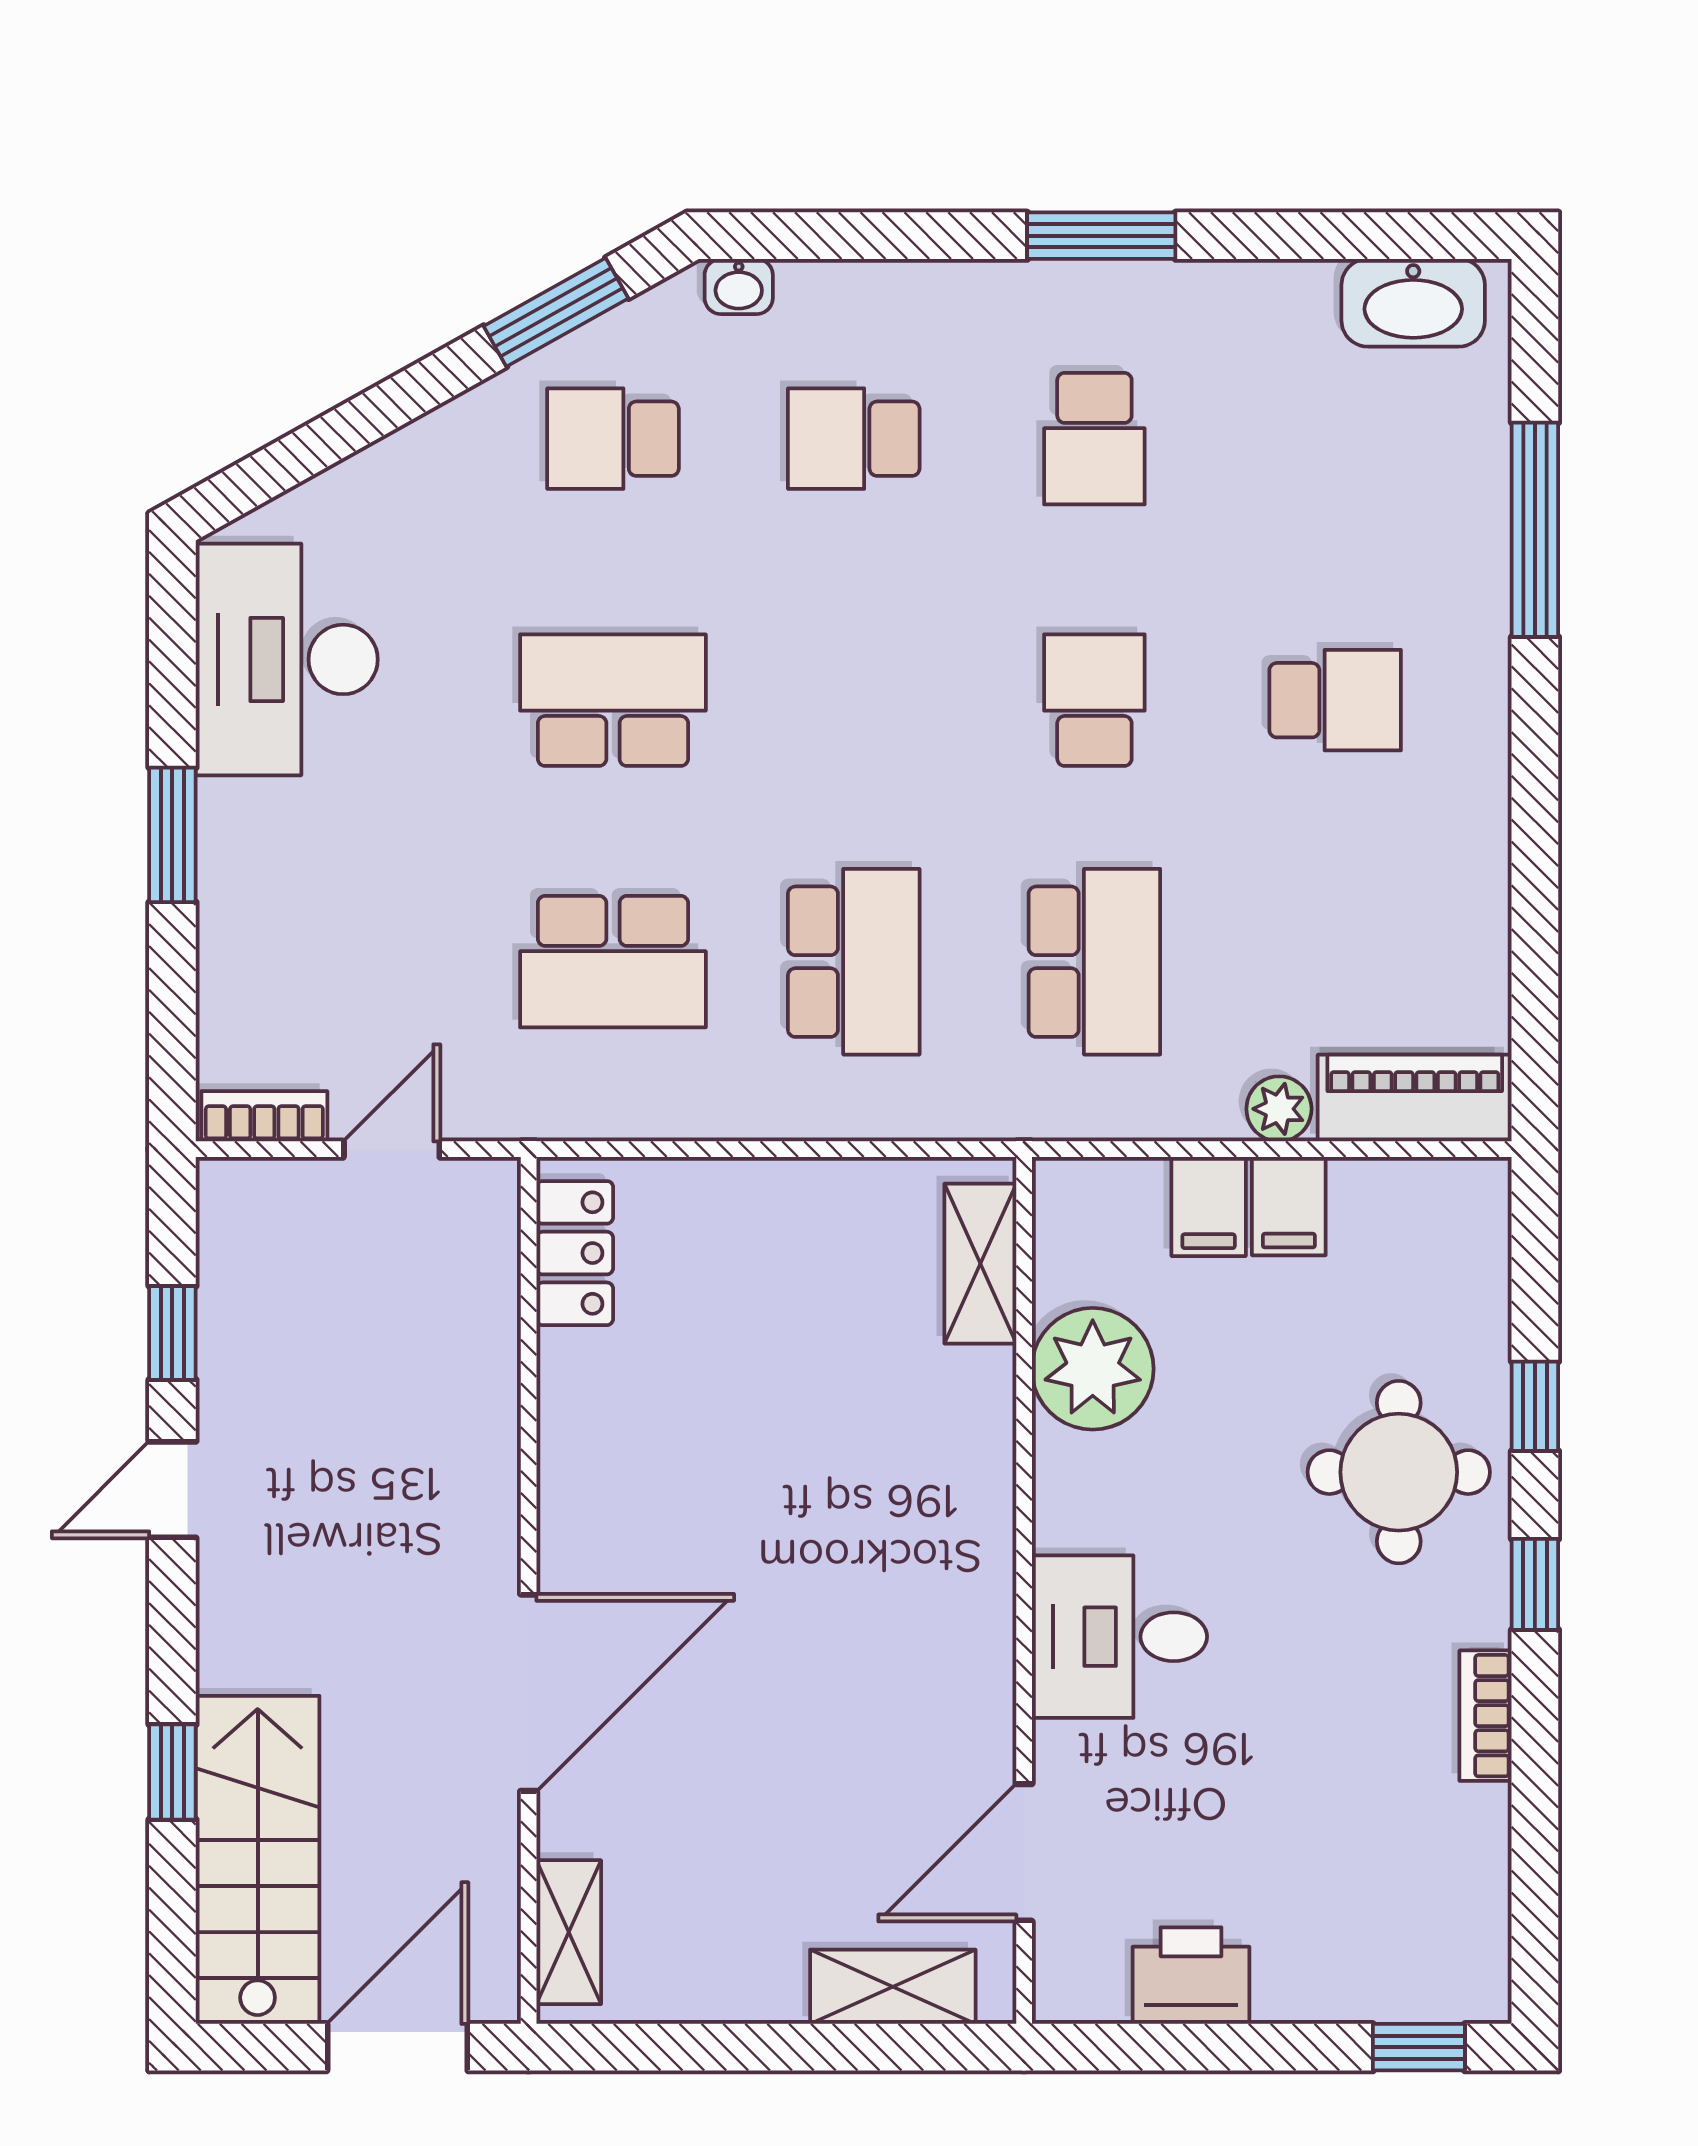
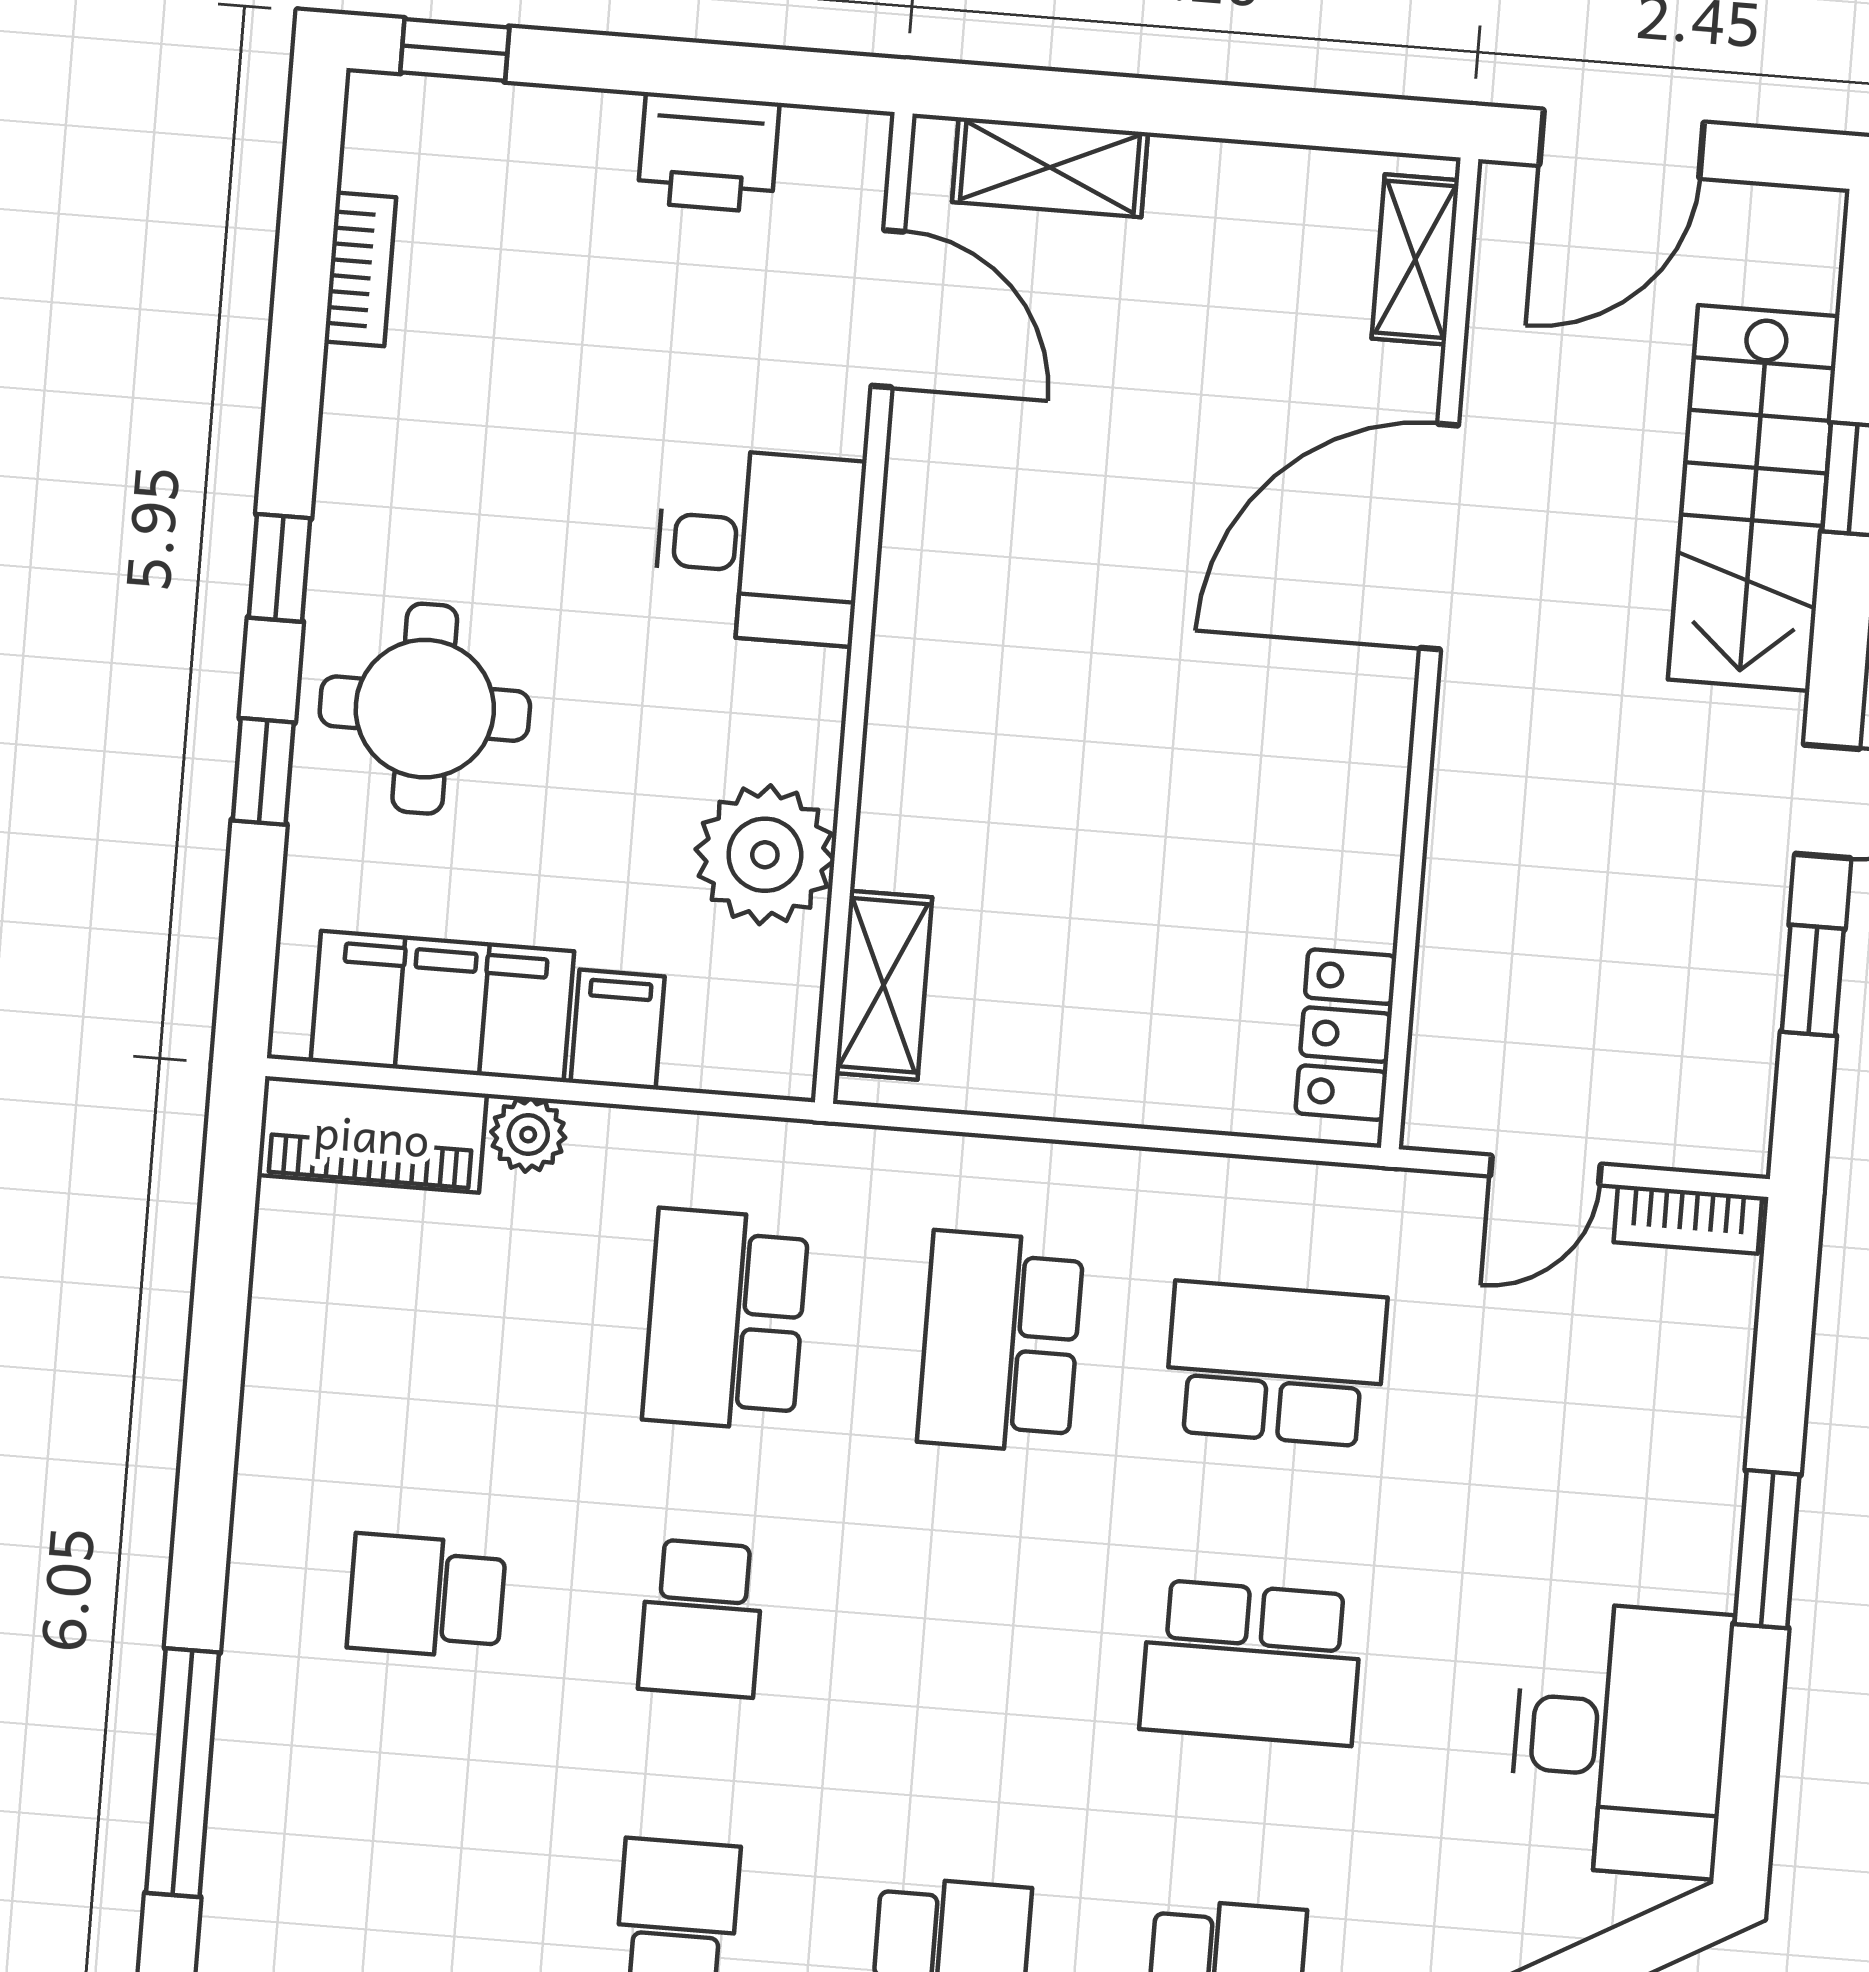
filing cabinet: (1289, 1206) -> (442, 1006), width x3.00, depth x1.17
bookcase: (1486, 1716) -> (360, 269), moved
door: (1024, 1852) -> (888, 309), hinge flipped
stairs: (258, 1860) -> (1754, 498), moved

